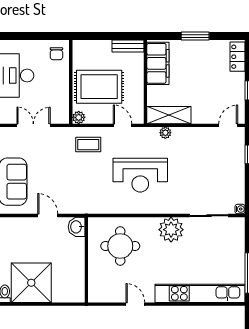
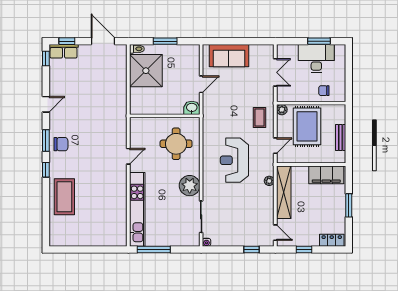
bench: (128, 46) -> (341, 137), moved
chair: (56, 54) -> (324, 91), moved
shelving: (169, 115) -> (284, 192), width x1.47

